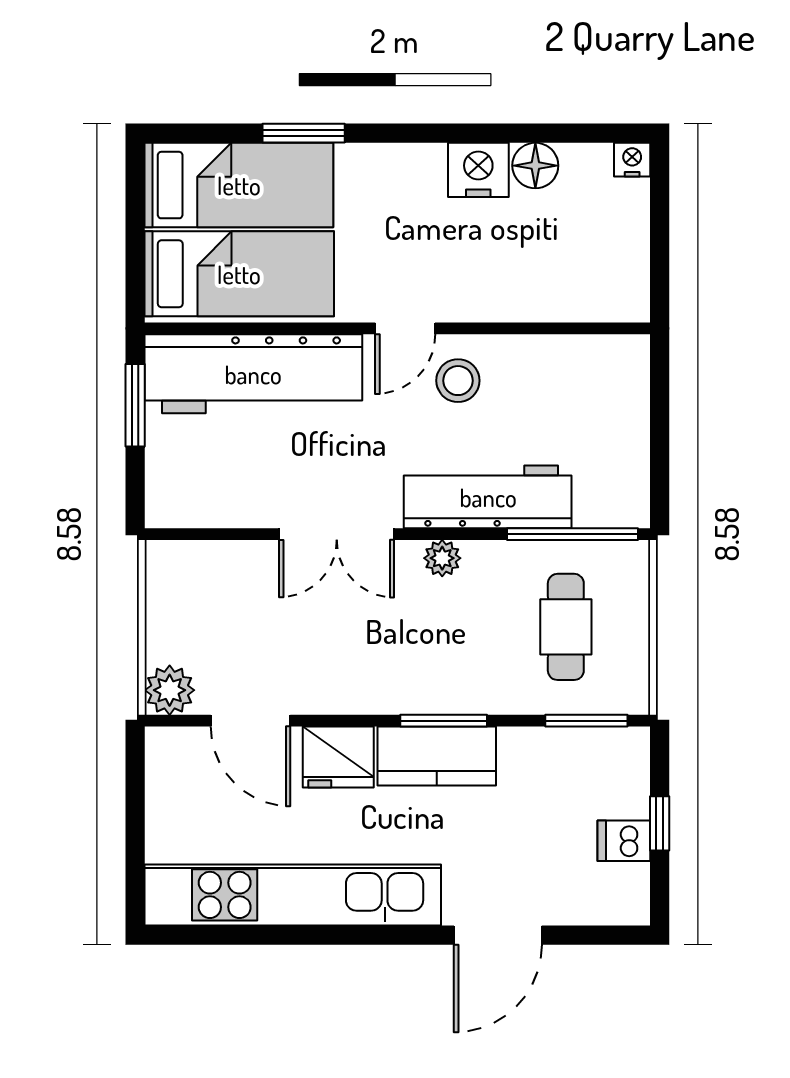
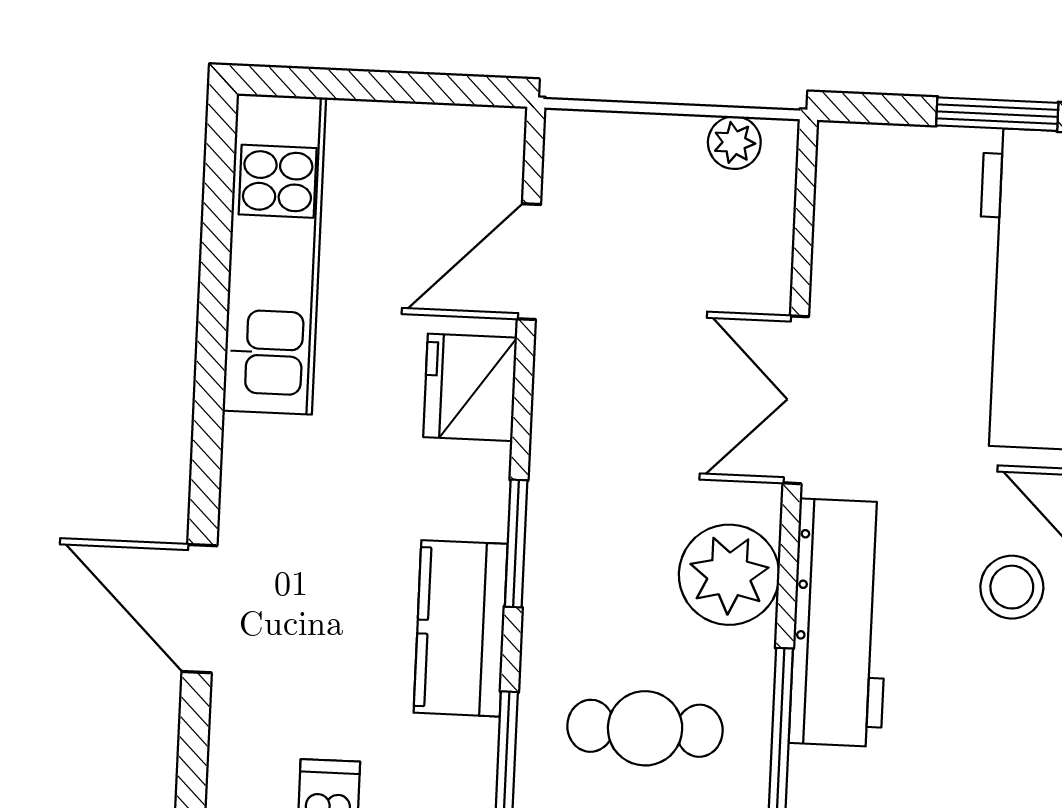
plant: (442, 558) -> (729, 575), width x1.88, depth x1.88
plant: (170, 690) -> (734, 143), moved, width x0.73, depth x0.73
kitchen counter: (437, 756) -> (461, 628), moved
kitchen unit: (293, 895) -> (274, 254), width x0.73

